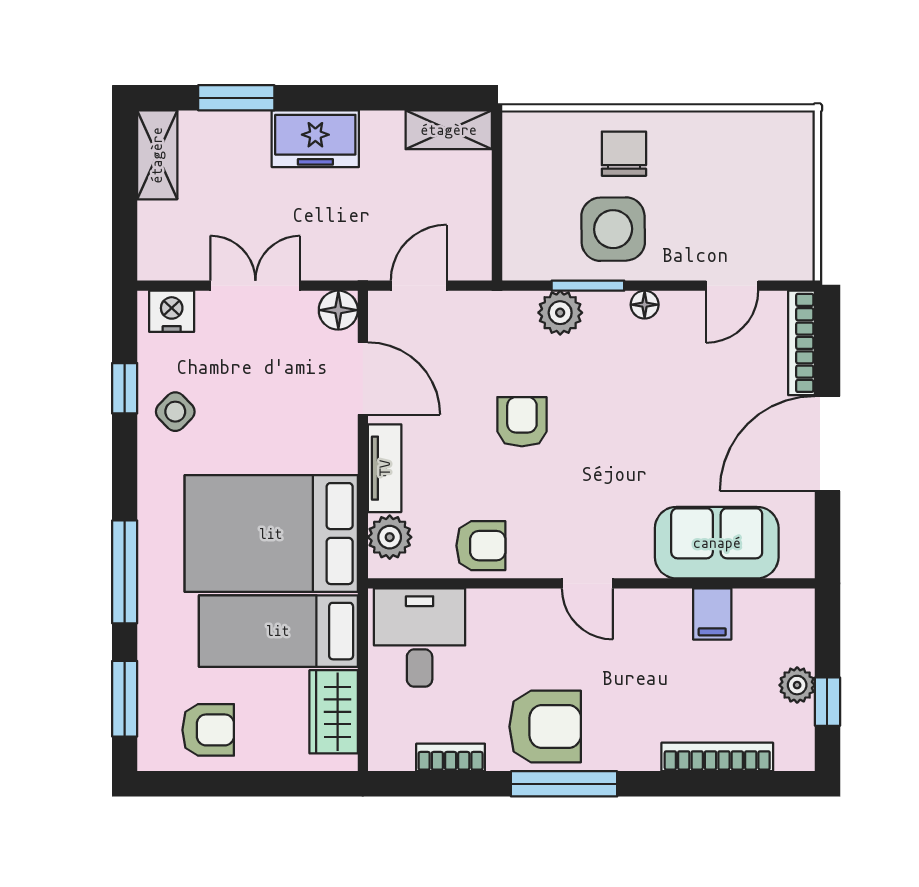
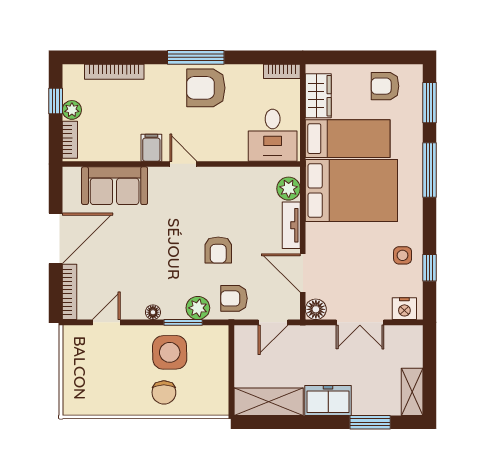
shelving: (449, 130) -> (269, 402), width x1.50, depth x1.33
side table: (175, 412) -> (403, 255), turned 45
armchair: (481, 546) -> (234, 298), moved
filing cabinet: (712, 614) -> (151, 148), moved
bookcase: (801, 629) -> (70, 140), added
bookcase: (451, 757) -> (282, 71), moved

